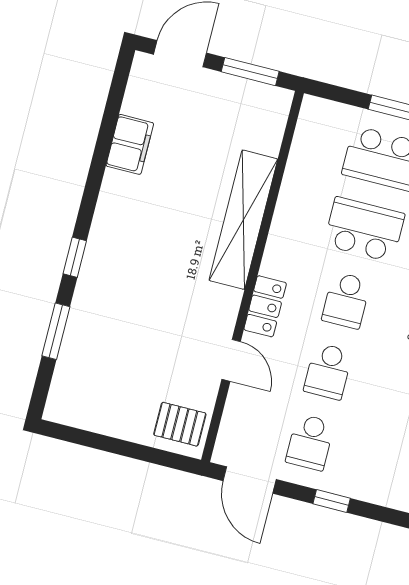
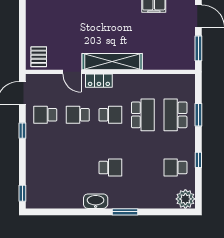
shelving: (243, 220) -> (112, 62), moved
school desk: (346, 300) -> (110, 115), turned 180
door: (231, 360) -> (72, 72), hinge flipped

